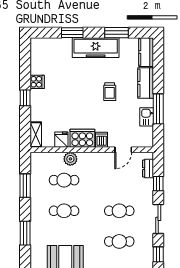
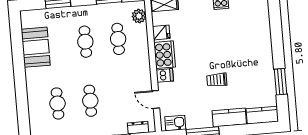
window: (72, 33) -> (277, 34), removed
freezer: (96, 48) -> (263, 61), removed
kitchen sink: (147, 117) -> (175, 123), moved
plant: (70, 159) -> (139, 16), moved

